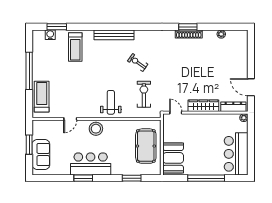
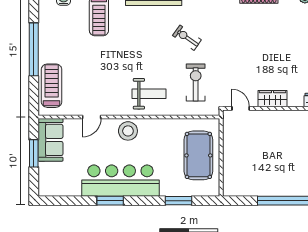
weight bench: (111, 102) -> (149, 94), turned 90
wardrobe: (203, 106) -> (273, 99), width x0.67
sofa: (41, 155) -> (50, 140), moved
booth: (173, 158) -> (237, 172), removed
bar counter: (91, 164) -> (120, 181), width x1.36

